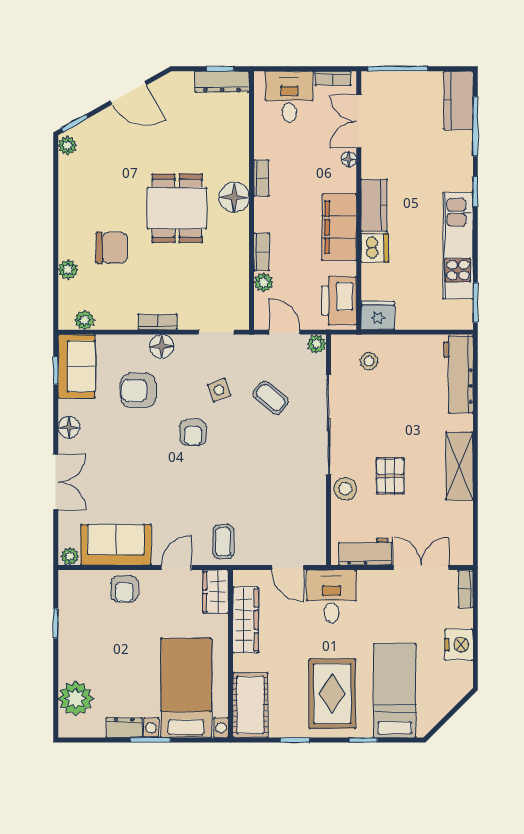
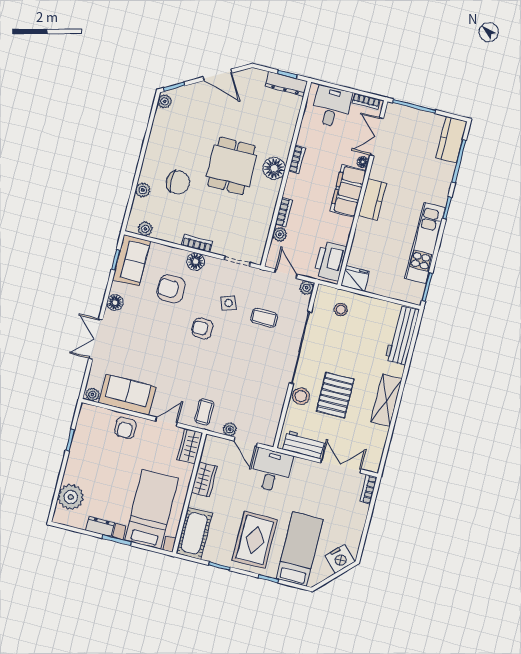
filing cabinet: (339, 227) -> (348, 191), moved
dishwasher: (375, 248) -> (365, 230), removed
coffee table: (271, 398) -> (264, 318), turned -40
armchair: (193, 432) -> (202, 328), turned 90
pallet: (390, 476) -> (335, 395), width x1.50, depth x1.42
double door: (56, 482) -> (96, 339), swing flipped
plant: (263, 556) -> (230, 429), added
wardrobe: (246, 620) -> (204, 479), width x0.67
nightstand: (459, 645) -> (340, 559), moved, turned 45

